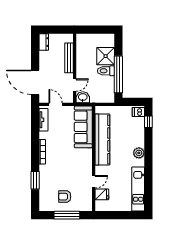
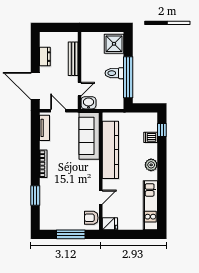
dresser: (44, 42) -> (45, 57), moved
shower: (106, 56) -> (114, 44), moved
dishwasher: (138, 112) -> (151, 137), moved
fridge: (102, 194) -> (110, 224), moved
armchair: (65, 197) -> (91, 218), moved

